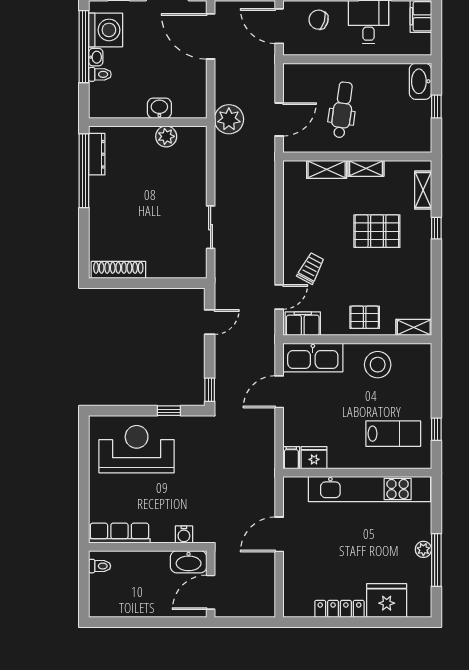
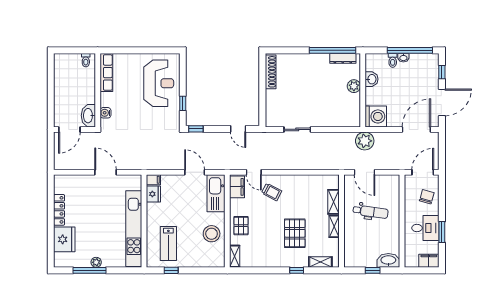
washing machine: (106, 30) -> (376, 116), moved, turned -90
washbasin: (159, 108) -> (372, 79), moved
plant: (166, 136) -> (354, 86), moved
door: (211, 592) -> (69, 129), swing flipped

